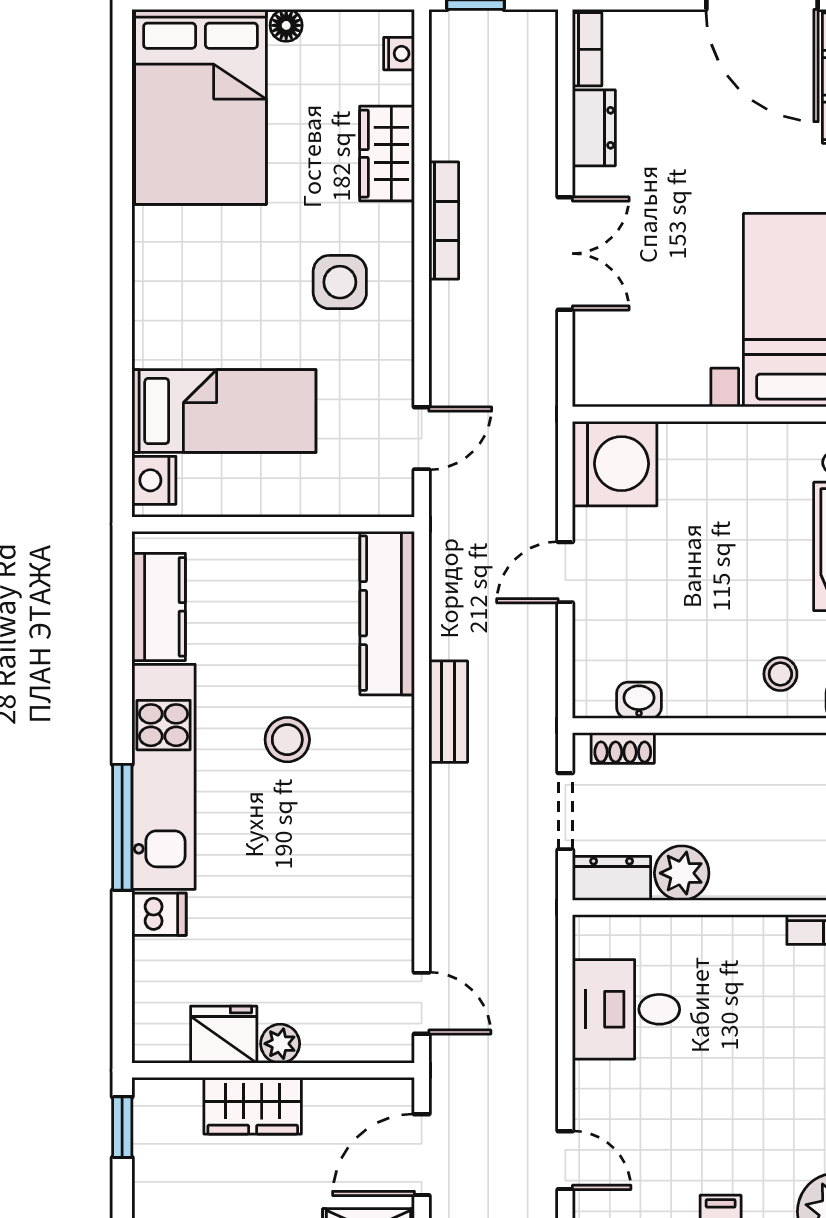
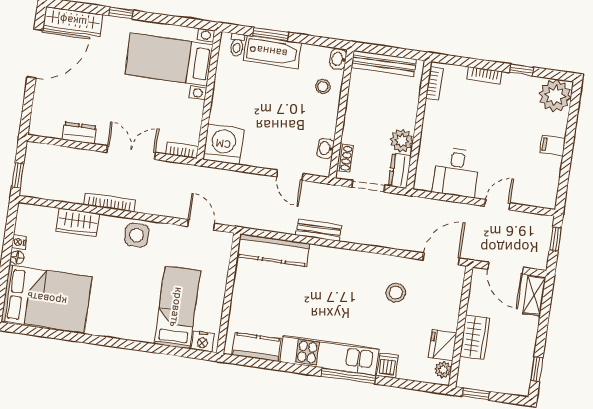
bookcase: (587, 49) -> (182, 150), moved
nightstand: (399, 54) -> (19, 242), moved, turned -90
side table: (340, 282) -> (137, 235), moved
door: (565, 572) -> (290, 175), moved
stool: (287, 740) -> (396, 293), moved
door: (422, 1003) -> (441, 259), width x1.38
plant: (280, 1044) -> (443, 370), moved
door: (565, 1160) -> (497, 205), moved

